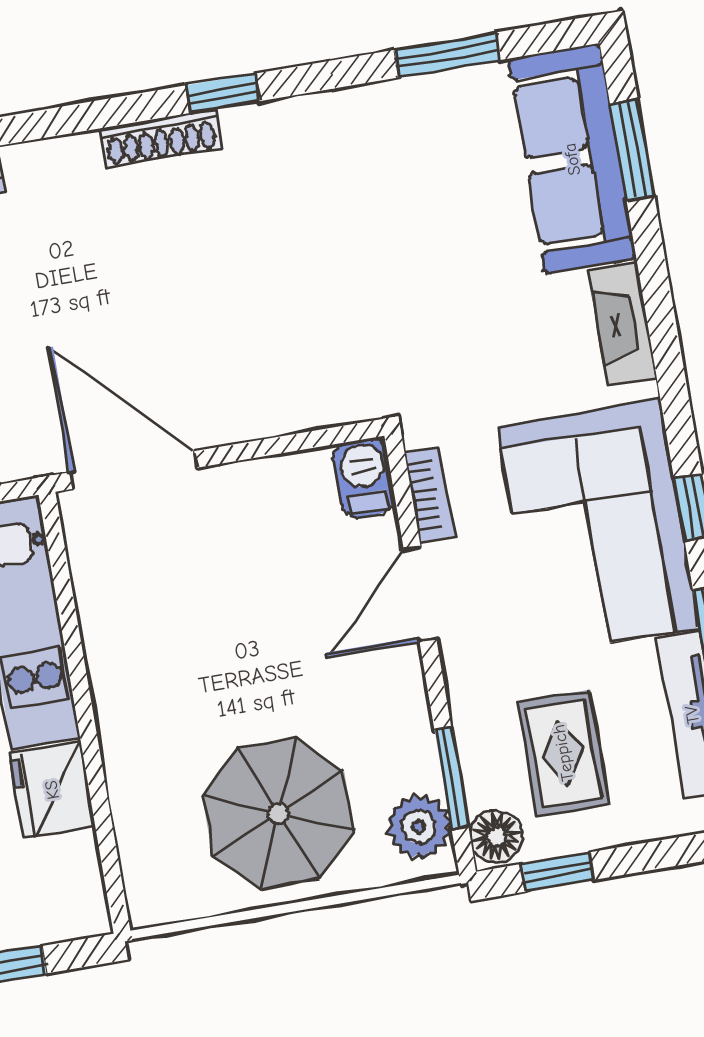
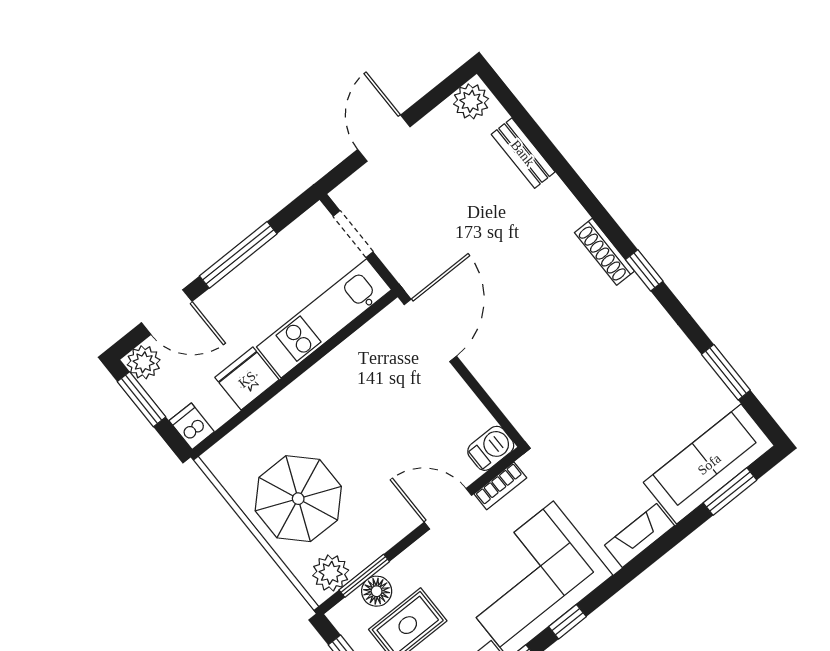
floor lamp: (496, 836) -> (377, 591), moved
dishwasher: (78, 915) -> (192, 426), added

